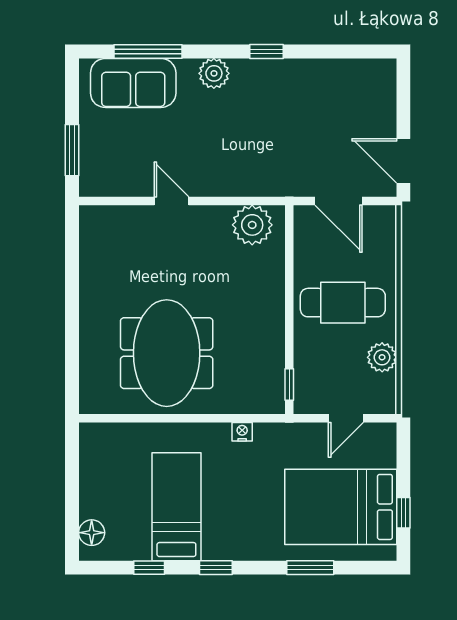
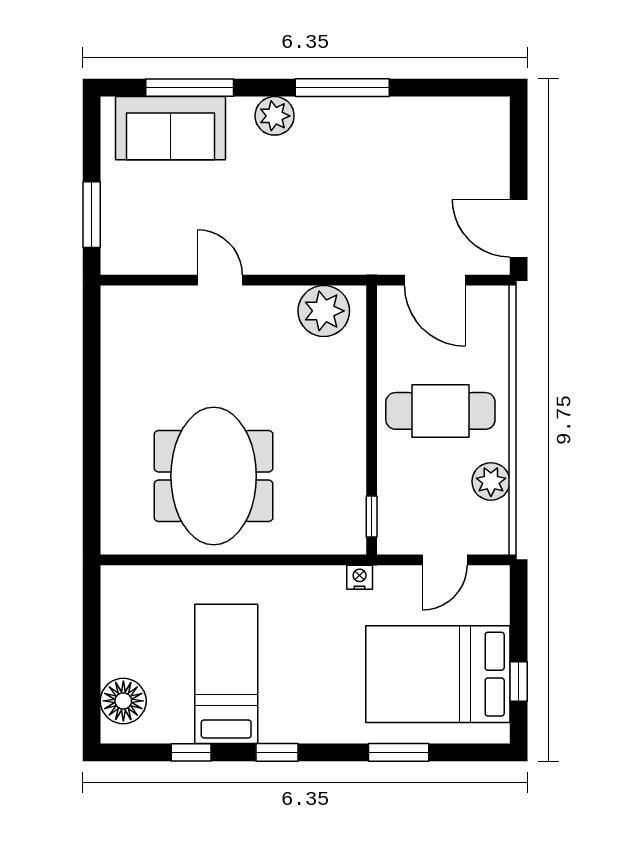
window: (267, 52) -> (342, 88), width x2.17
nightstand: (242, 432) -> (360, 577), moved
floor lamp: (92, 533) -> (123, 701), width x1.38, depth x1.38

